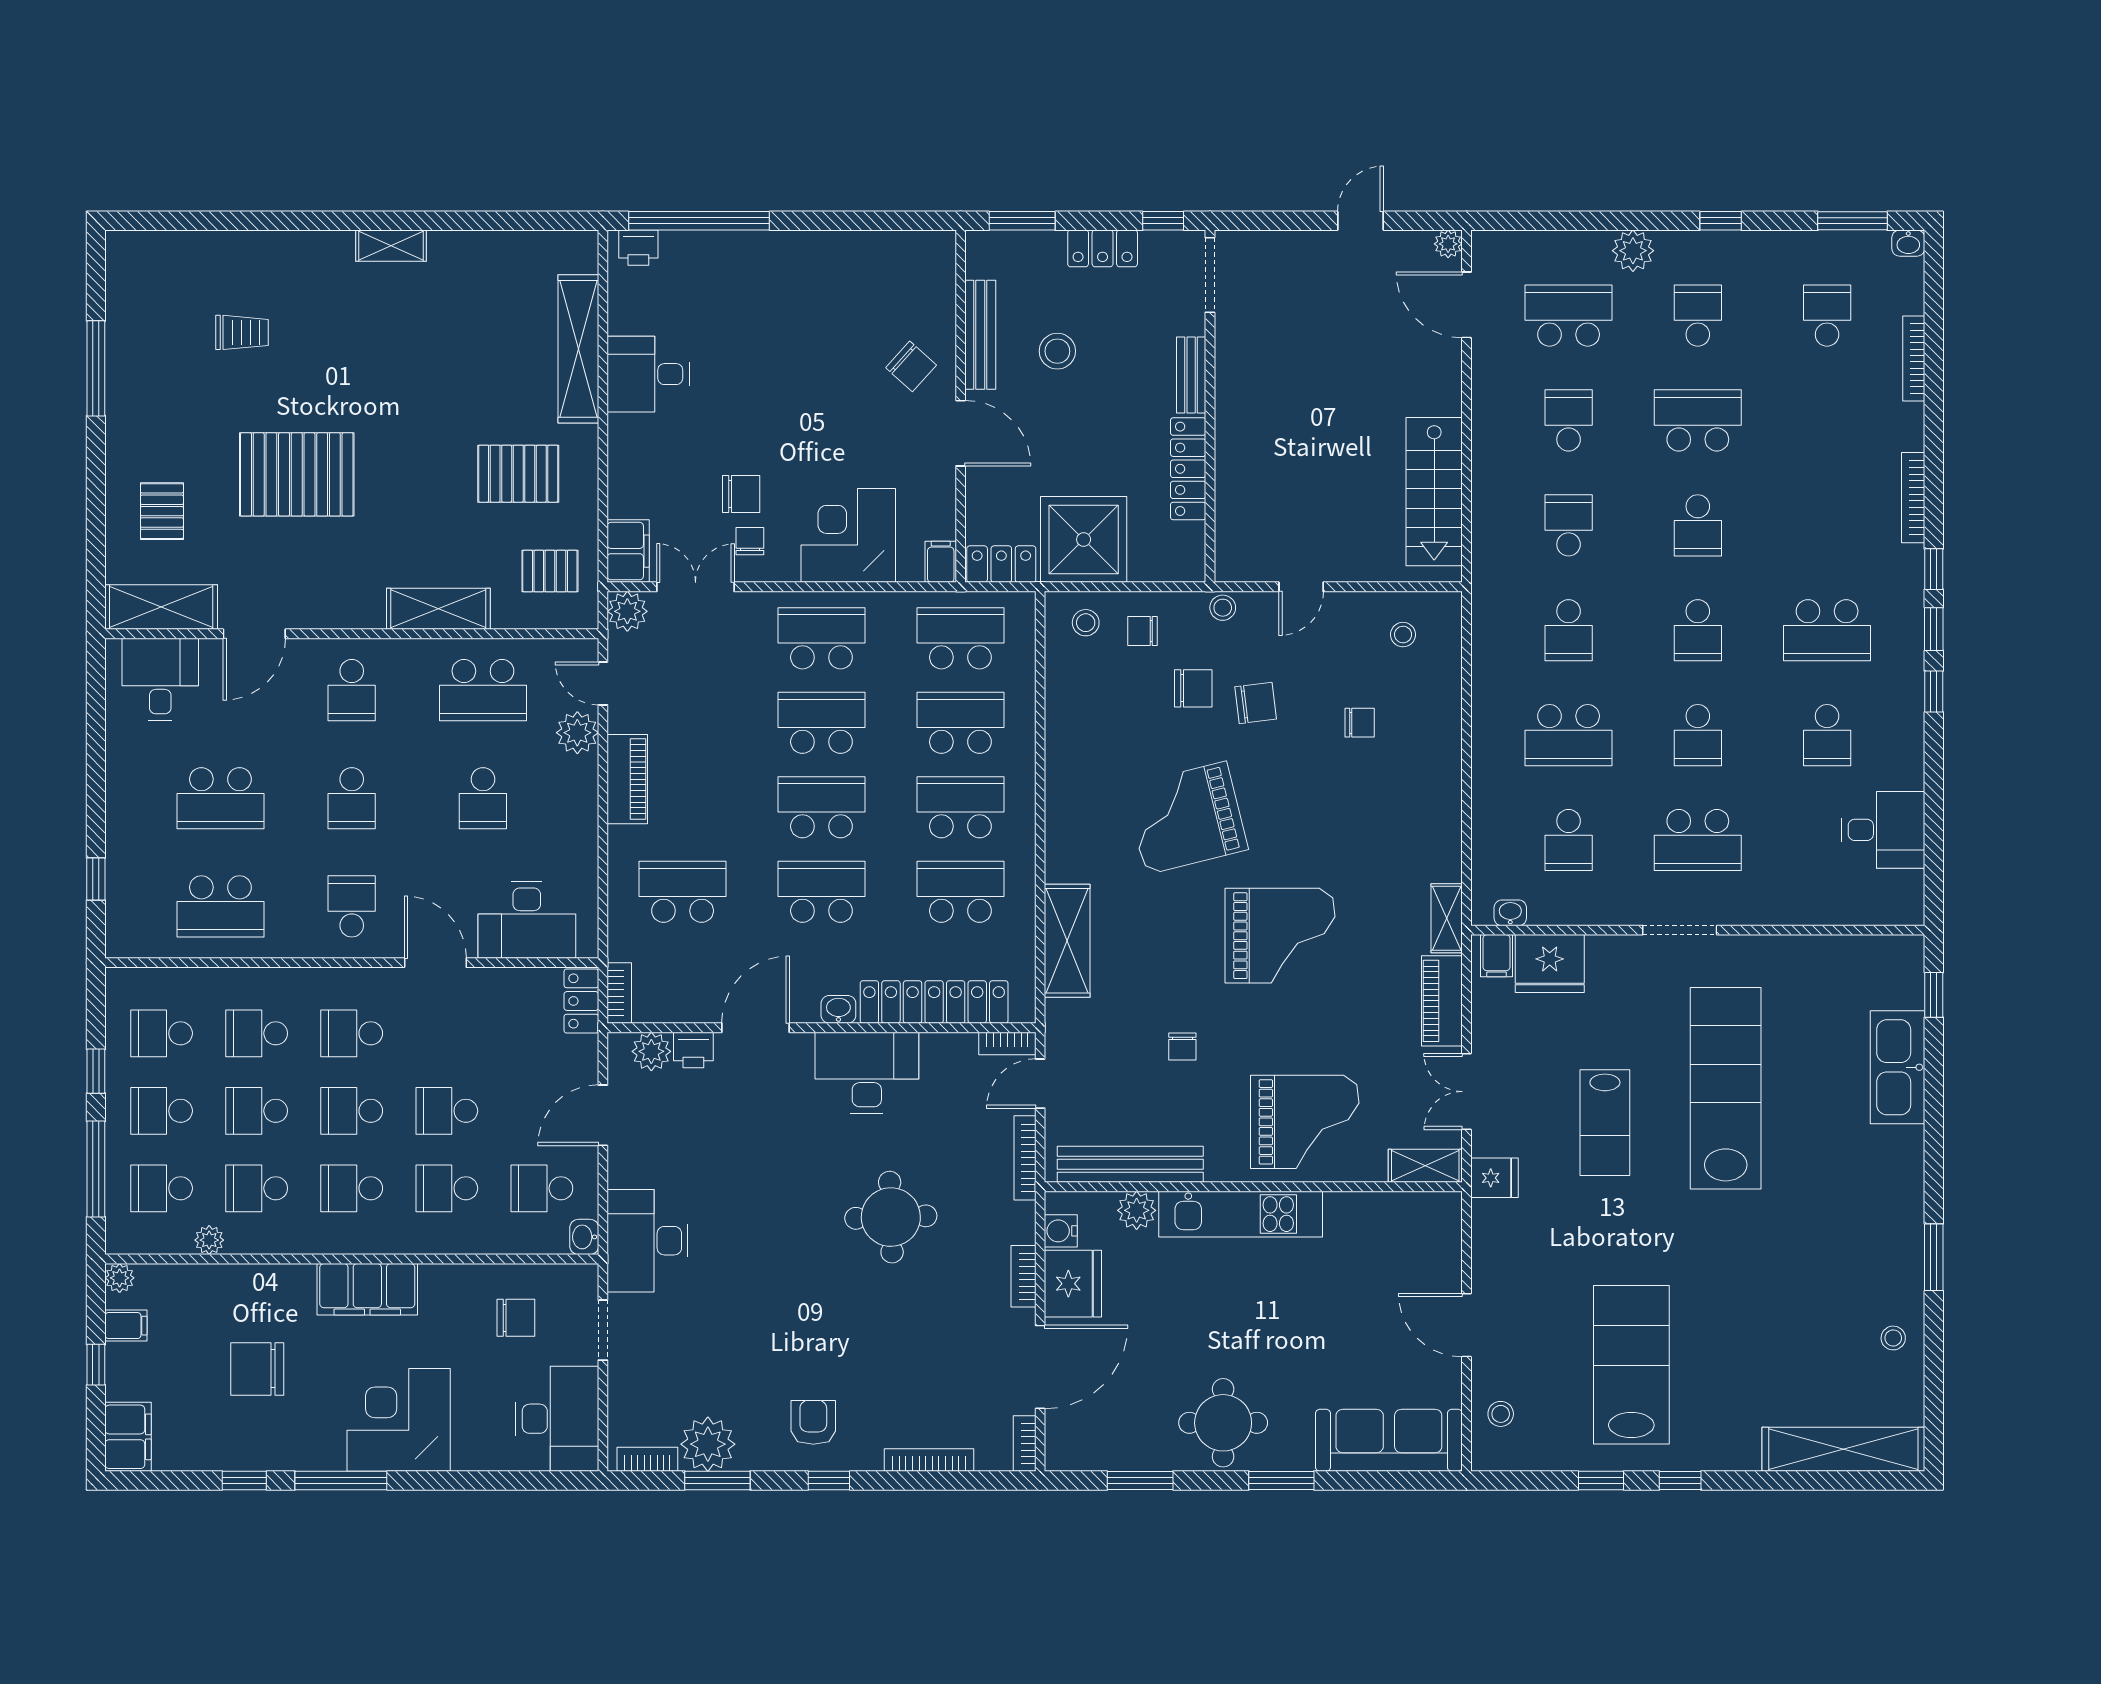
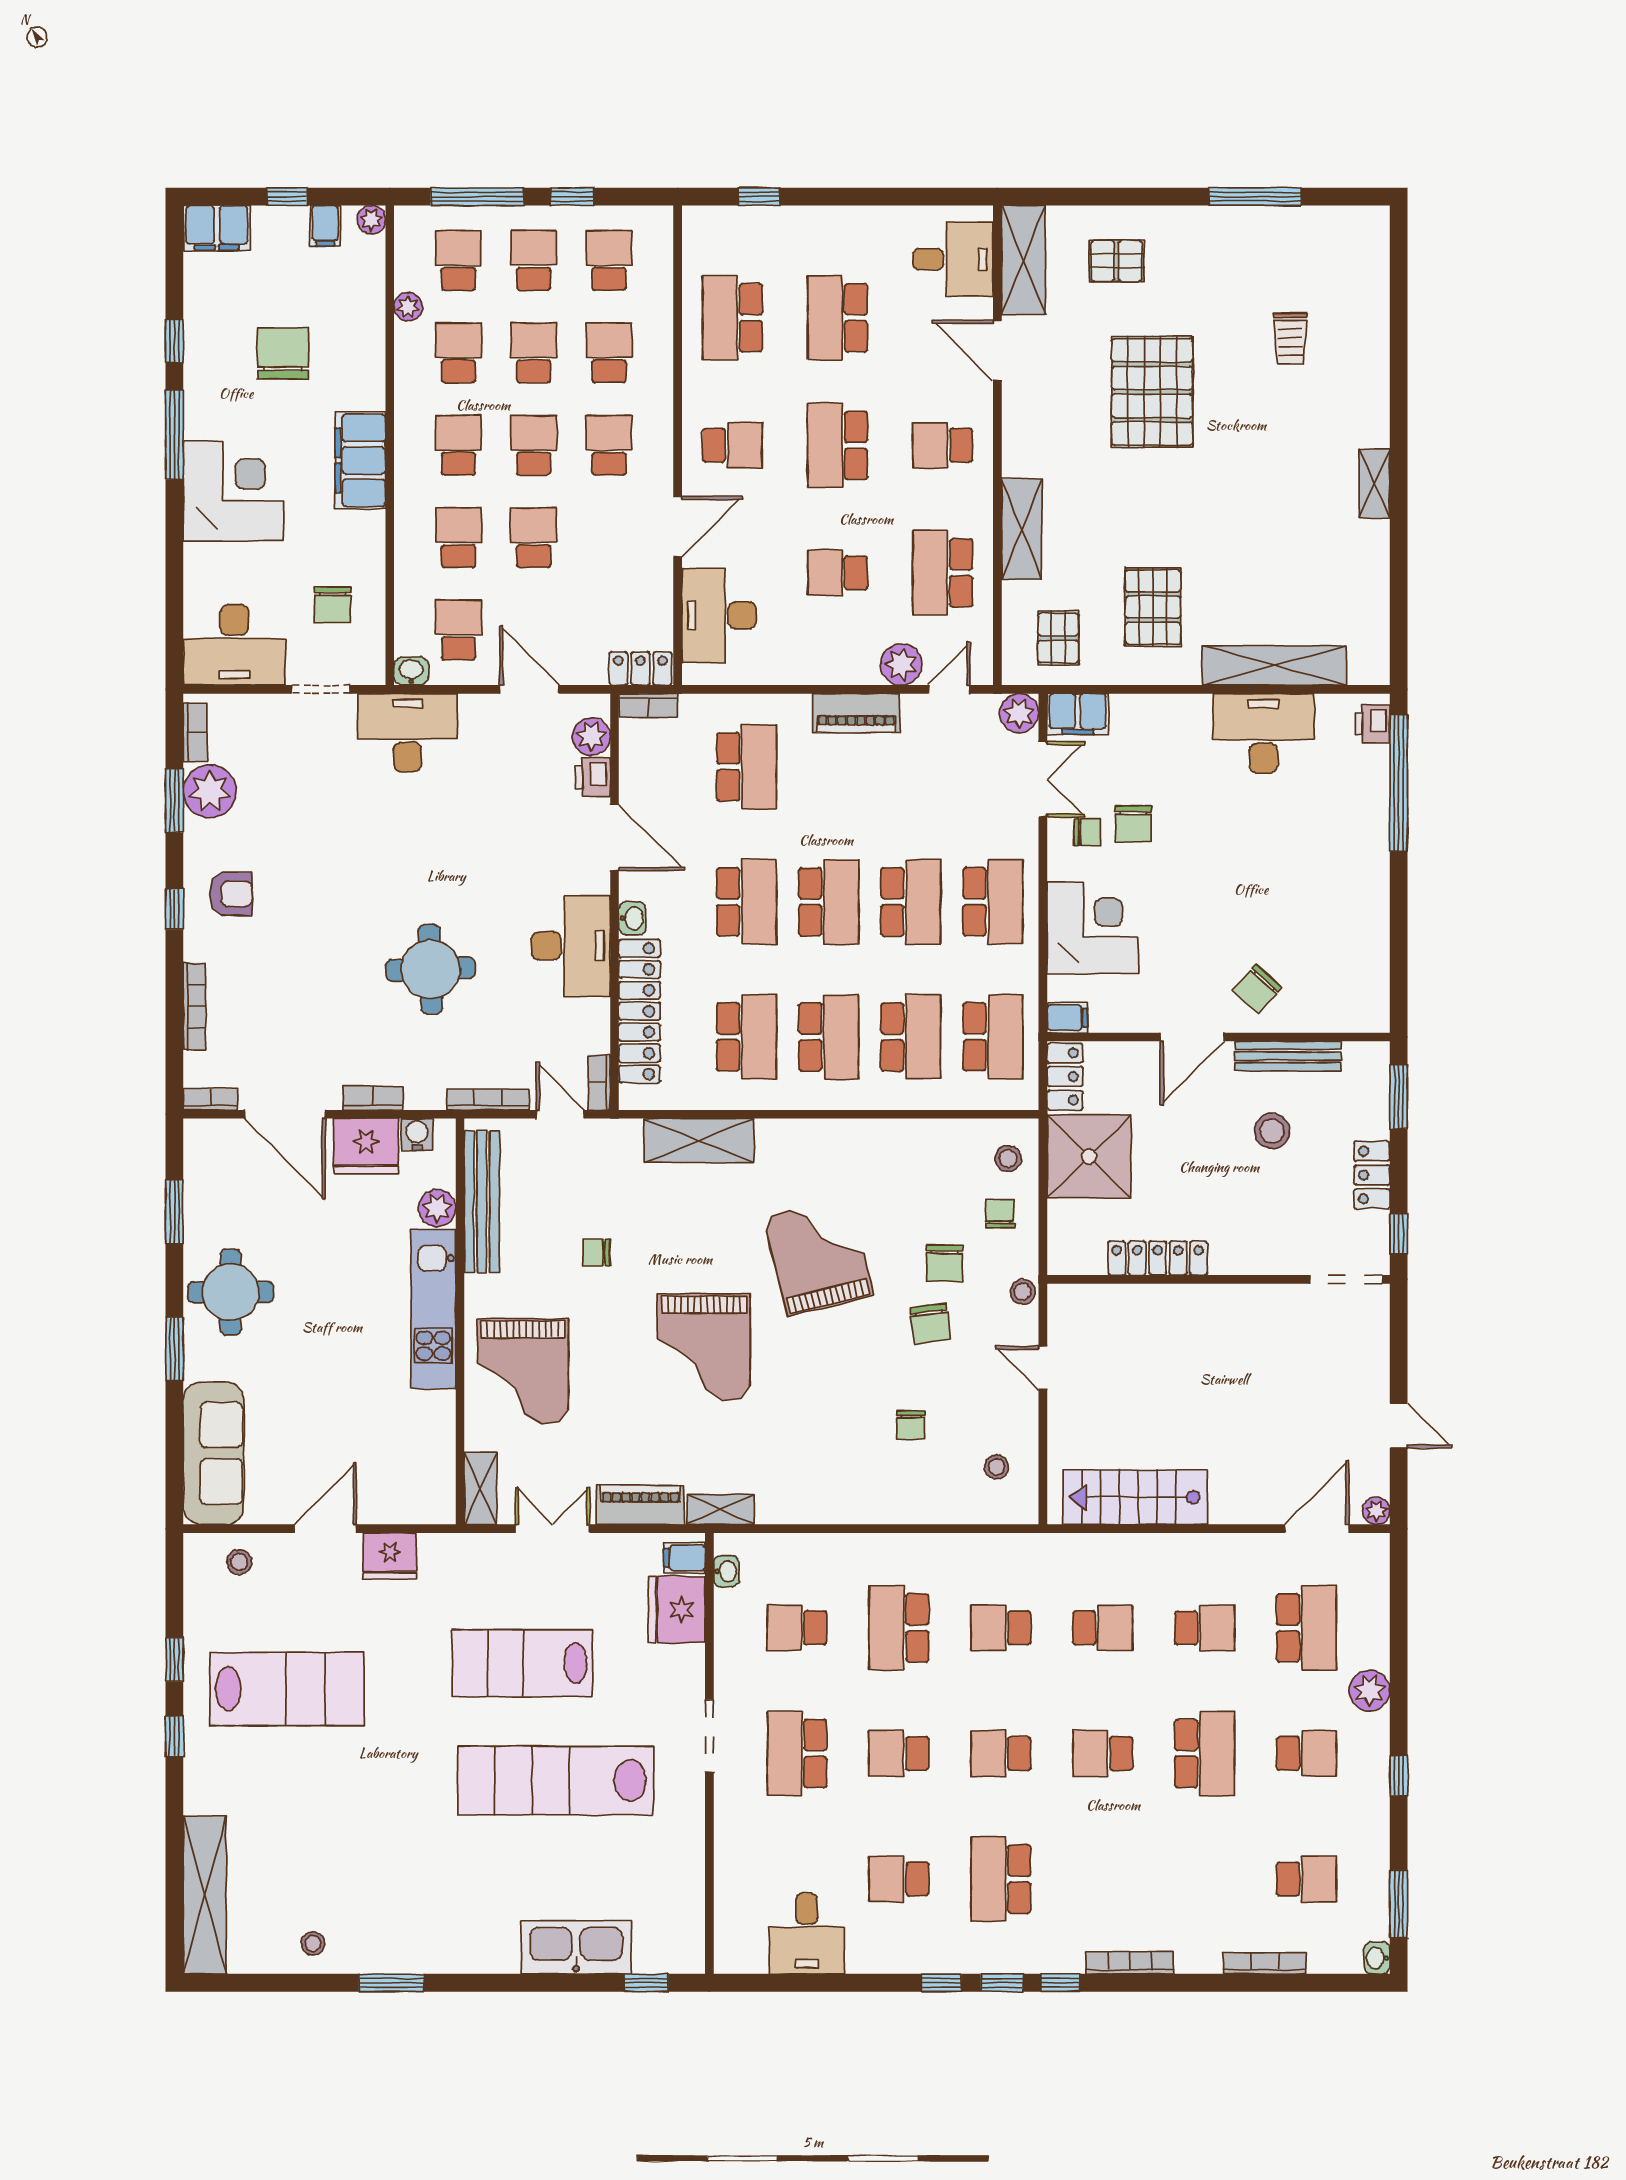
desk: (648, 374) -> (1263, 733), width x1.37
bench: (1191, 375) -> (1249, 1261), removed
school desk: (352, 798) -> (837, 445), width x1.85
lab bench: (1726, 1088) -> (556, 1781), turned 180
lab bench: (1605, 1123) -> (522, 1663), width x1.36, depth x1.39
fridge: (1495, 1178) -> (390, 1556), moved, width x1.38

